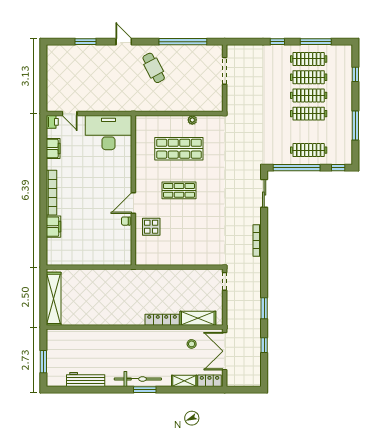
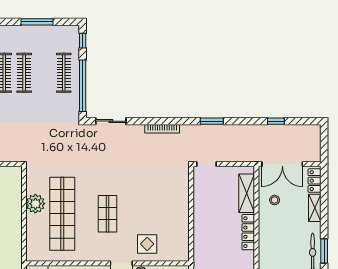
plant: (192, 120) -> (35, 204), width x1.88, depth x1.88
shop shelf: (179, 149) -> (62, 214), width x1.40
window: (264, 308) -> (212, 121), moved

